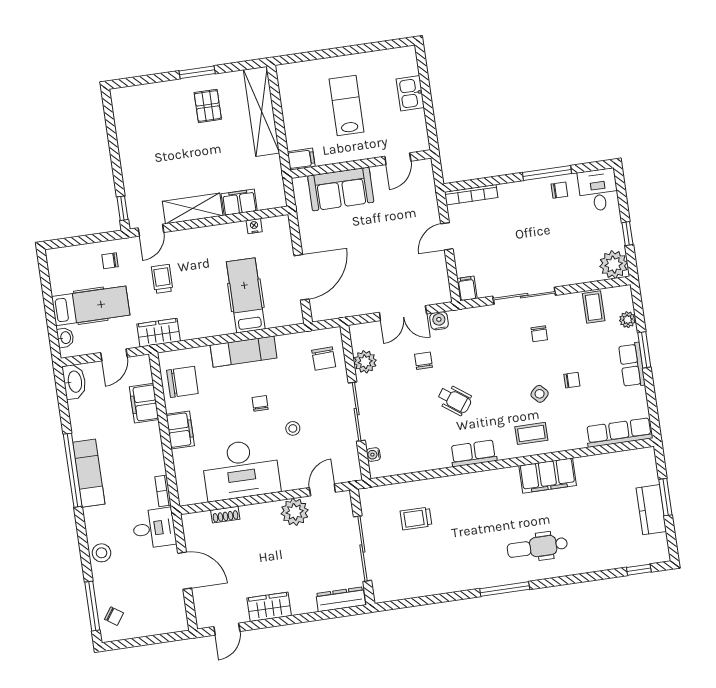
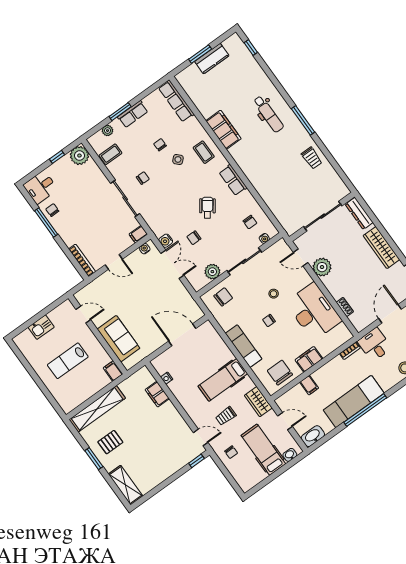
shelving: (193, 208) -> (126, 485), moved
water cooler: (443, 287) -> (145, 249), added
hospital bed: (246, 295) -> (223, 380), moved
filing cabinet: (144, 403) -> (309, 385), width x0.50
chair: (405, 447) -> (250, 222), added
exam couch: (89, 473) -> (354, 402), width x1.36, depth x1.45
trolley: (416, 518) -> (312, 158), moved
wardrobe: (269, 607) -> (381, 248), width x1.50

